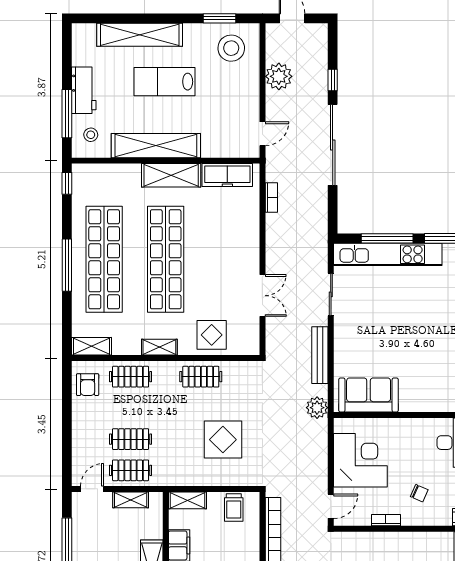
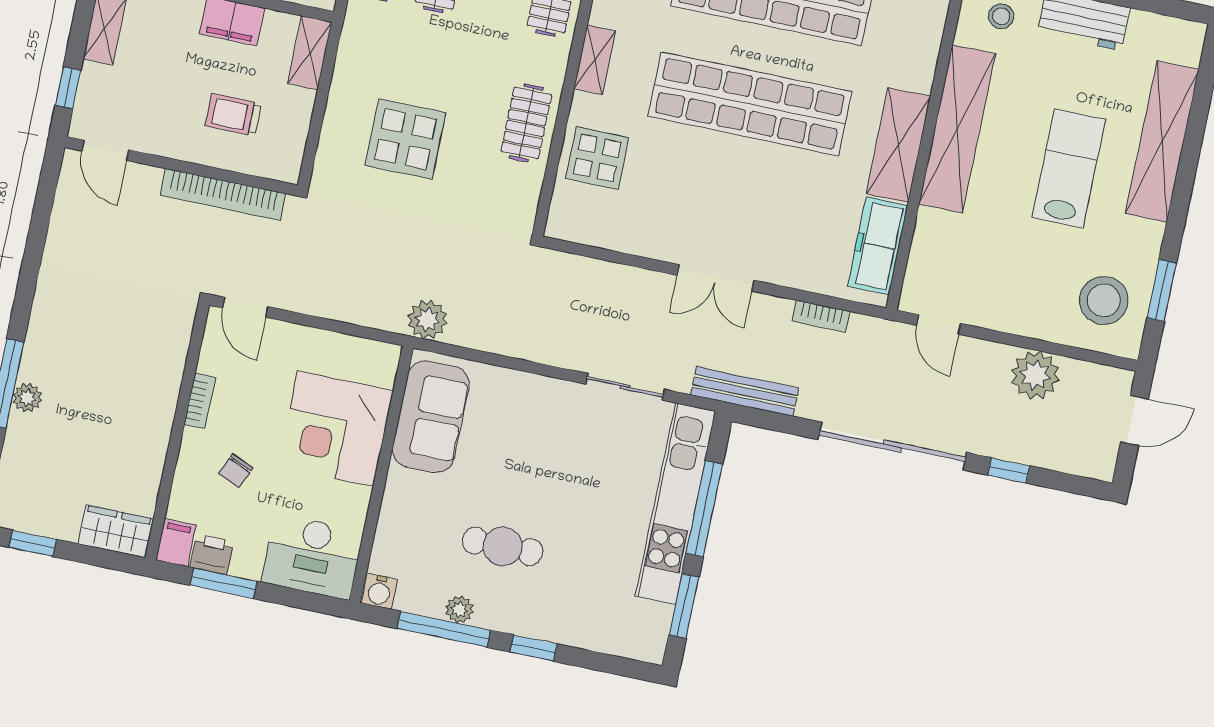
double door: (262, 296) -> (715, 278), moved
cafe table: (430, 342) -> (503, 546), added
bench: (320, 355) -> (745, 391), moved
corner desk: (360, 460) -> (336, 428), moved, turned 90
trolley: (234, 507) -> (233, 115), moved

